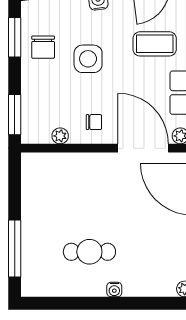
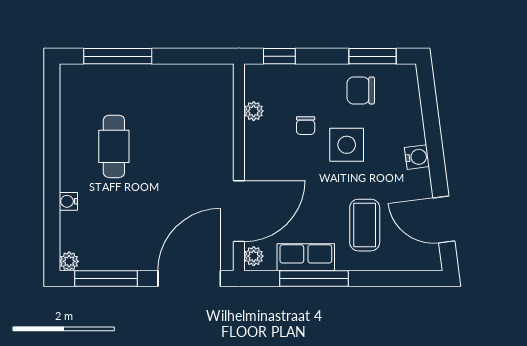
window: (15, 115) -> (279, 56), width x0.67
chair: (94, 122) -> (306, 126), moved
water cooler: (114, 290) -> (68, 201), moved

